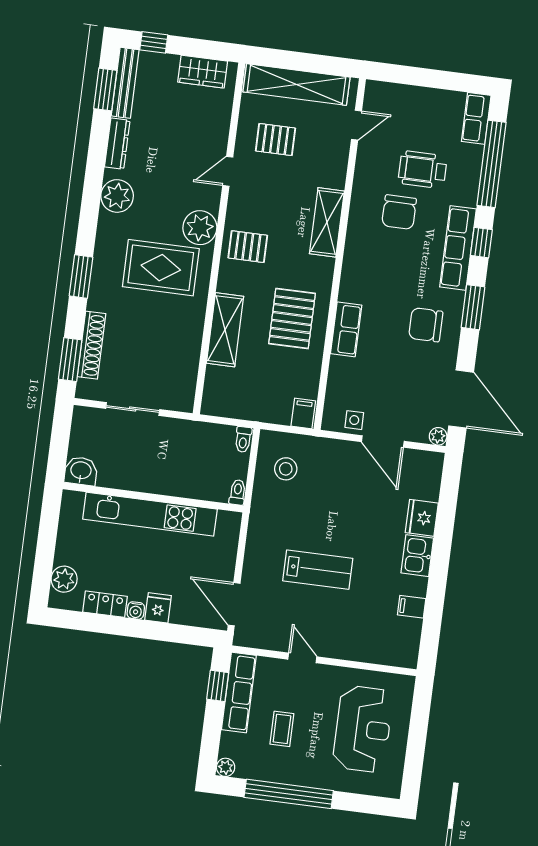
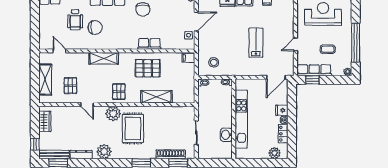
shelving: (296, 85) -> (45, 80), width x0.68
washbasin: (81, 471) -> (226, 135), moved

